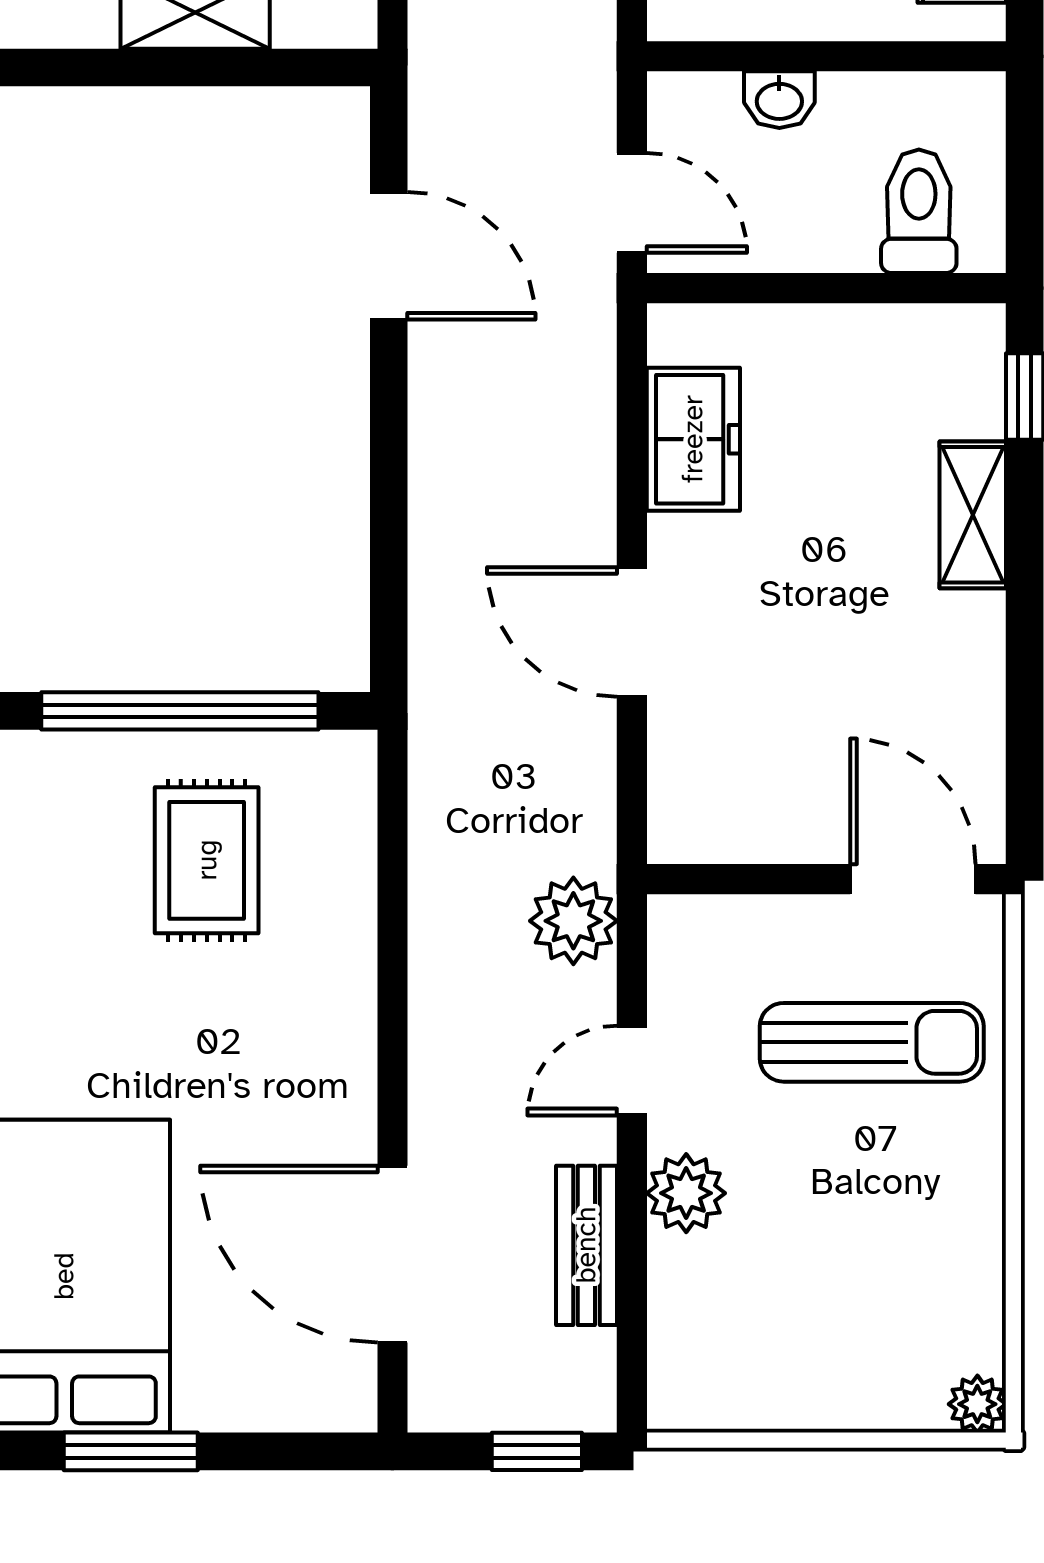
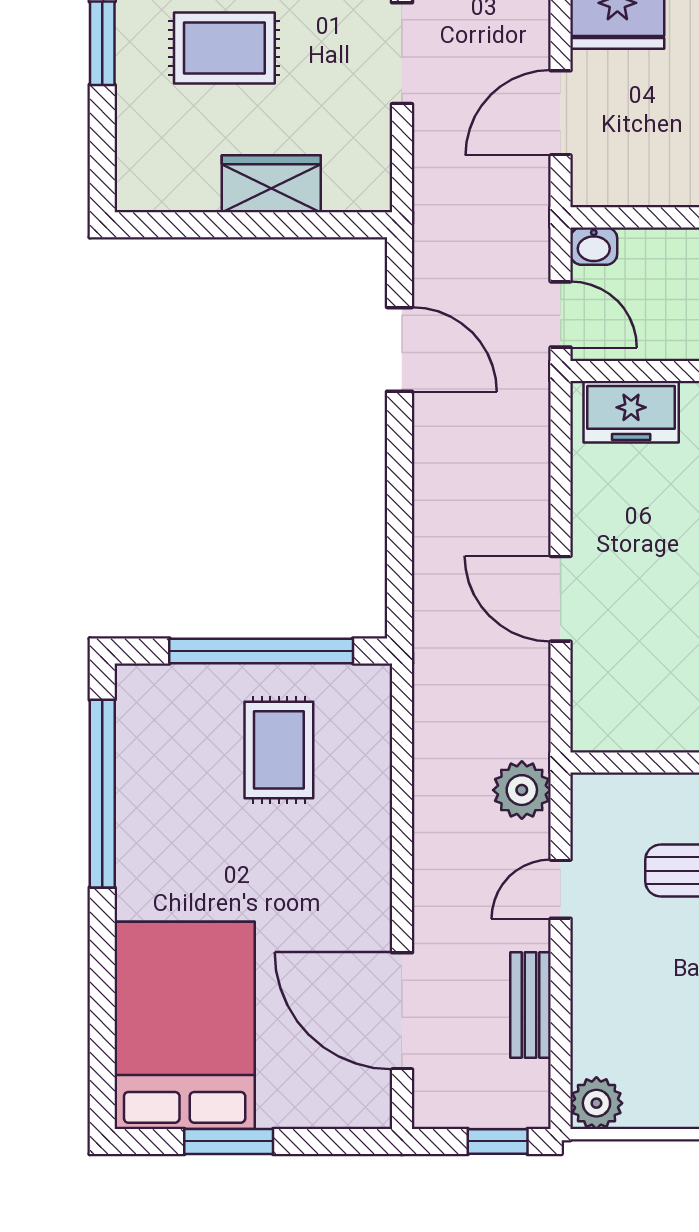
washbasin: (779, 100) -> (594, 246), moved
freezer: (693, 439) -> (631, 412), moved, turned 90
plant: (686, 1193) -> (596, 1103), moved

